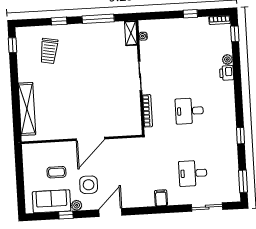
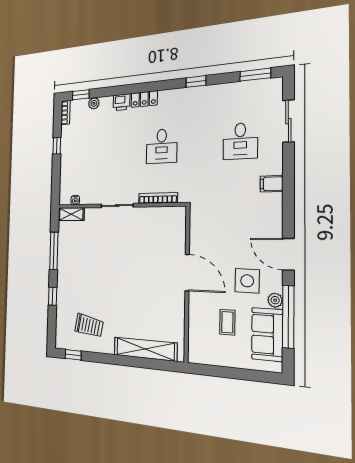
trolley: (49, 51) -> (89, 326), moved
plant: (227, 59) -> (94, 103), moved
locker: (228, 93) -> (144, 99), added
window: (66, 215) -> (288, 317), width x3.17

